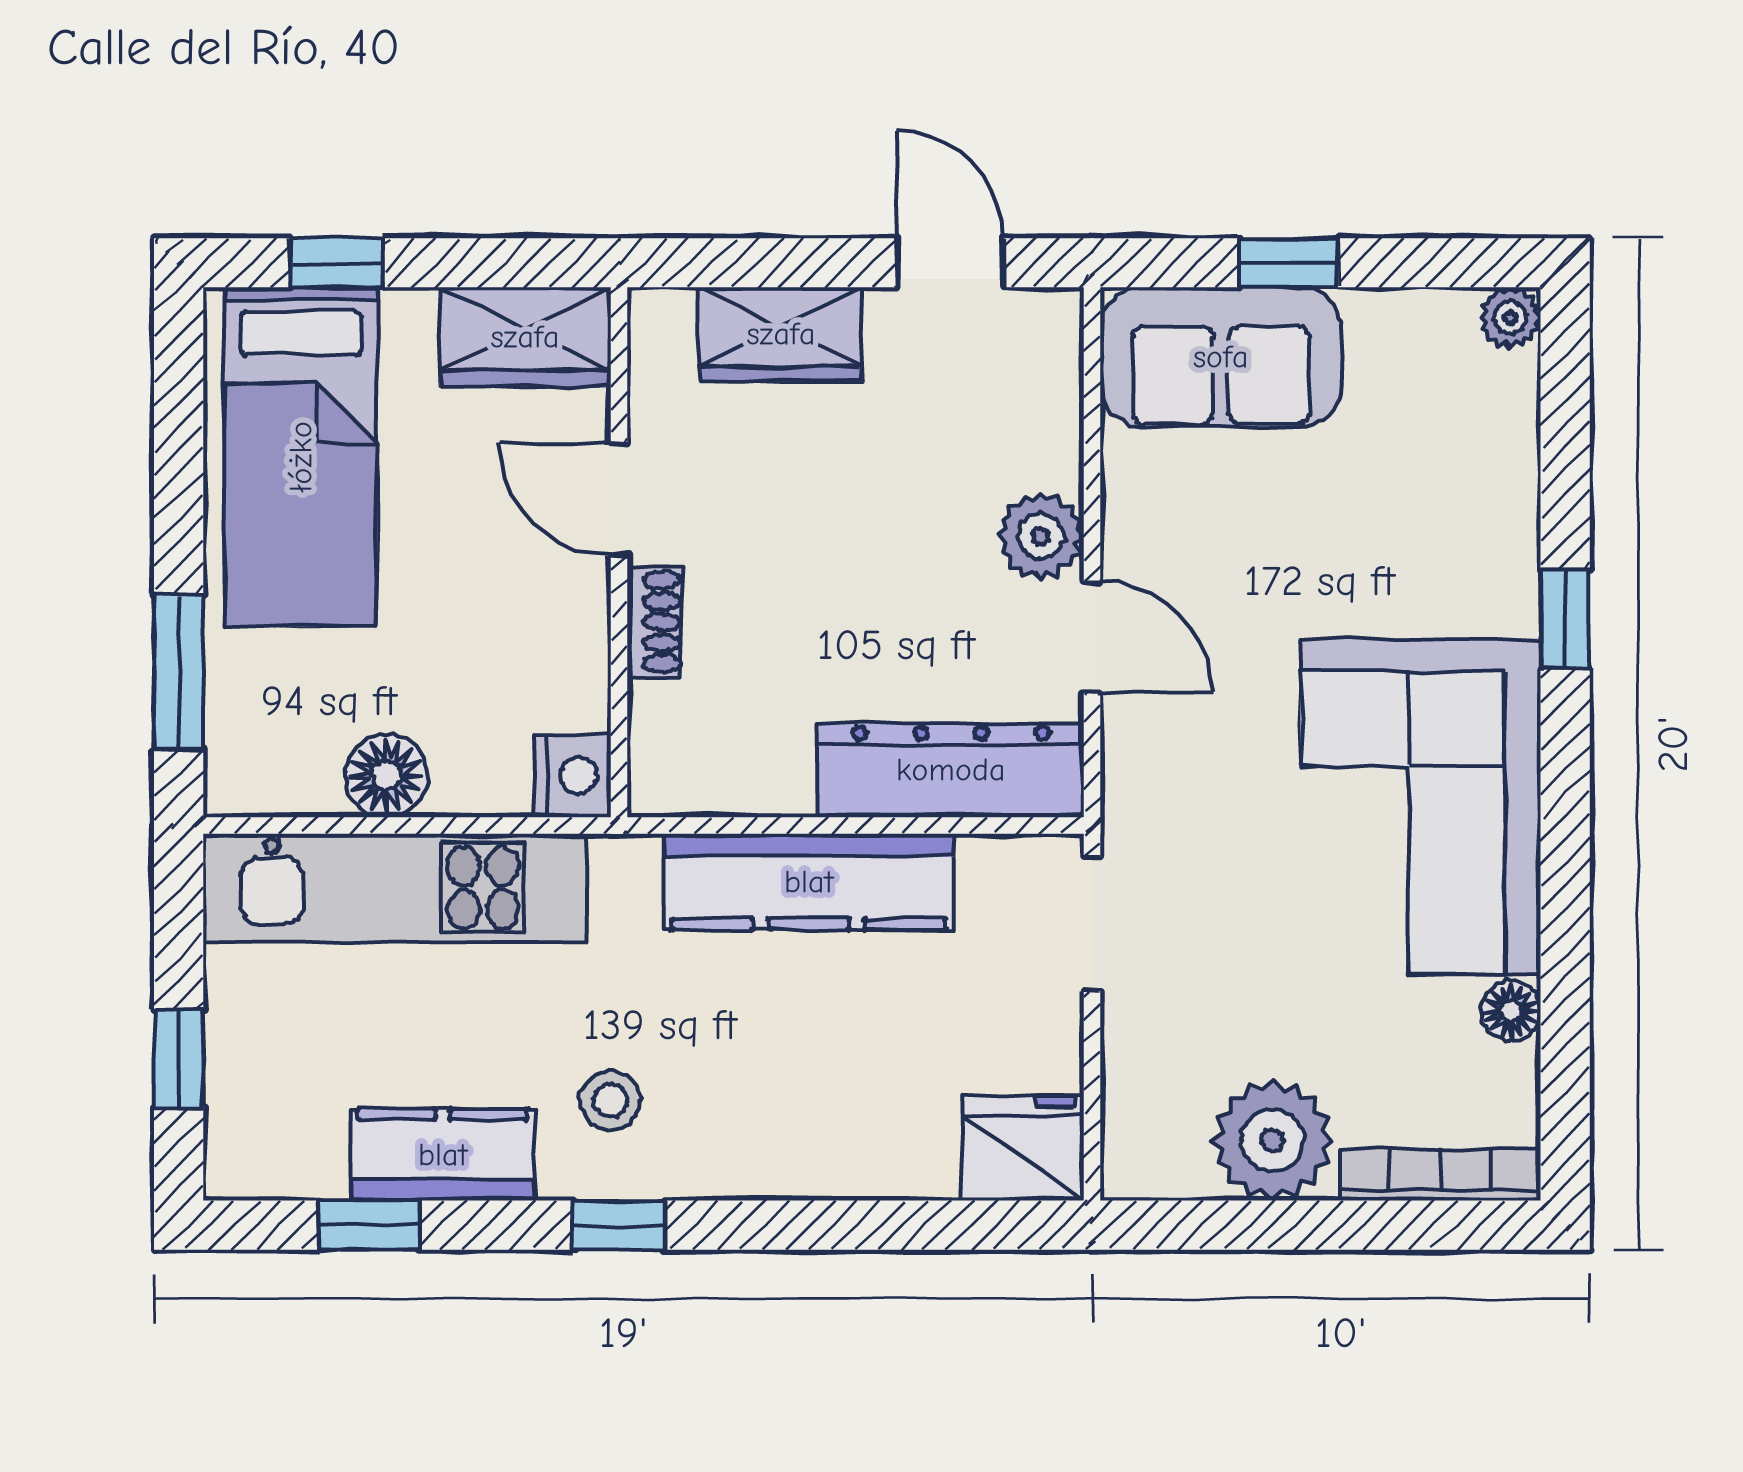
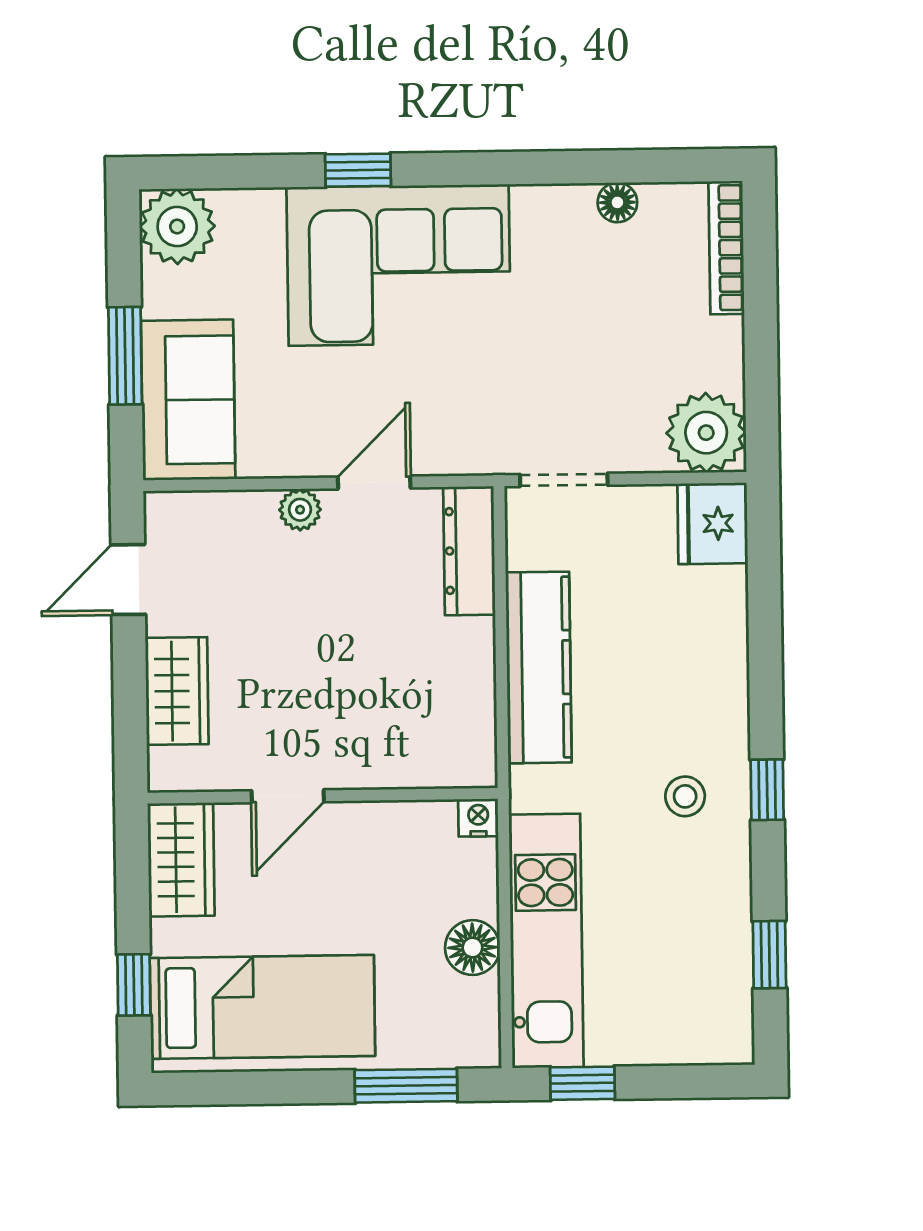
window: (1289, 263) -> (125, 356), width x1.50
plant: (1510, 318) -> (177, 226), width x1.87, depth x1.87
plant: (1041, 536) -> (300, 510), width x0.73, depth x0.73
shoe rack: (655, 622) -> (368, 772), removed
dresser: (951, 770) -> (469, 551), width x0.73, depth x0.80
nightstand: (573, 776) -> (478, 818), width x0.72, depth x0.74
corner sofa: (1421, 806) -> (399, 265), moved
window: (179, 1059) -> (583, 1083), moved
plant: (1272, 1140) -> (706, 433), moved
kitchen counter: (443, 1155) -> (722, 907), removed

